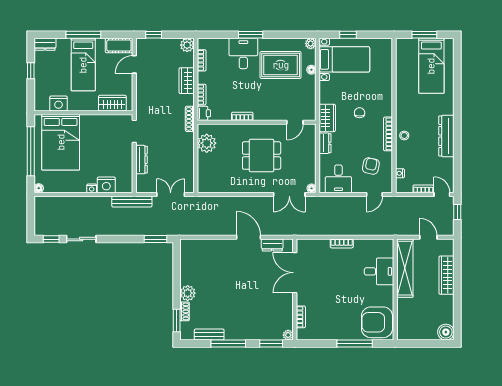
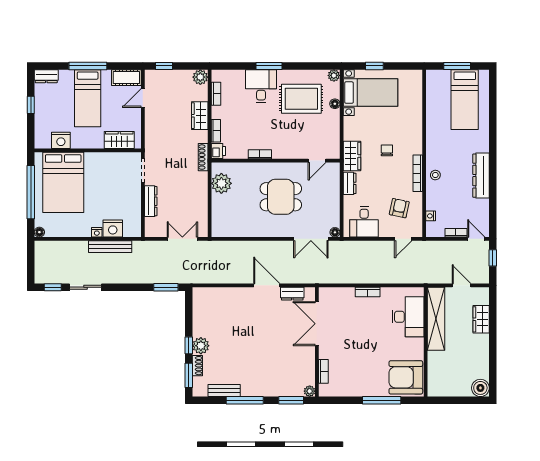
bench: (132, 202) -> (110, 247), moved
desk: (379, 271) -> (408, 317), width x1.37
wardrobe: (446, 275) -> (481, 319), width x0.67
window: (177, 293) -> (189, 345), added

